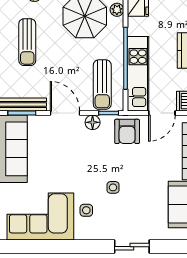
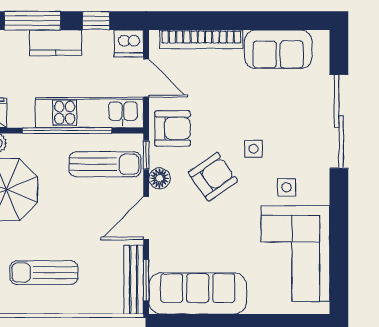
sun lounger: (27, 42) -> (44, 273), turned 180
armchair: (94, 159) -> (213, 177), added
sliding door: (132, 247) -> (339, 122), width x1.86

